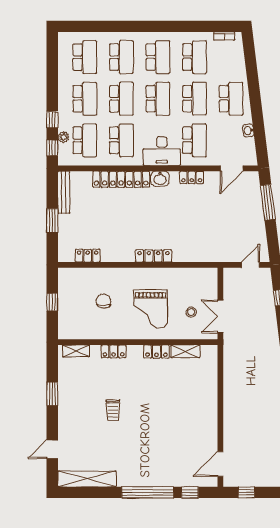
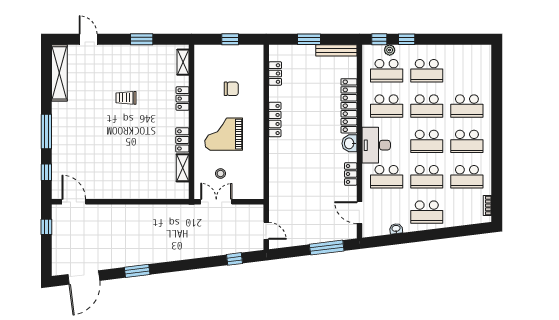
school desk: (85, 57) -> (467, 71), removed
locker: (153, 256) -> (275, 119), moved
window: (148, 492) -> (46, 131), width x0.68

